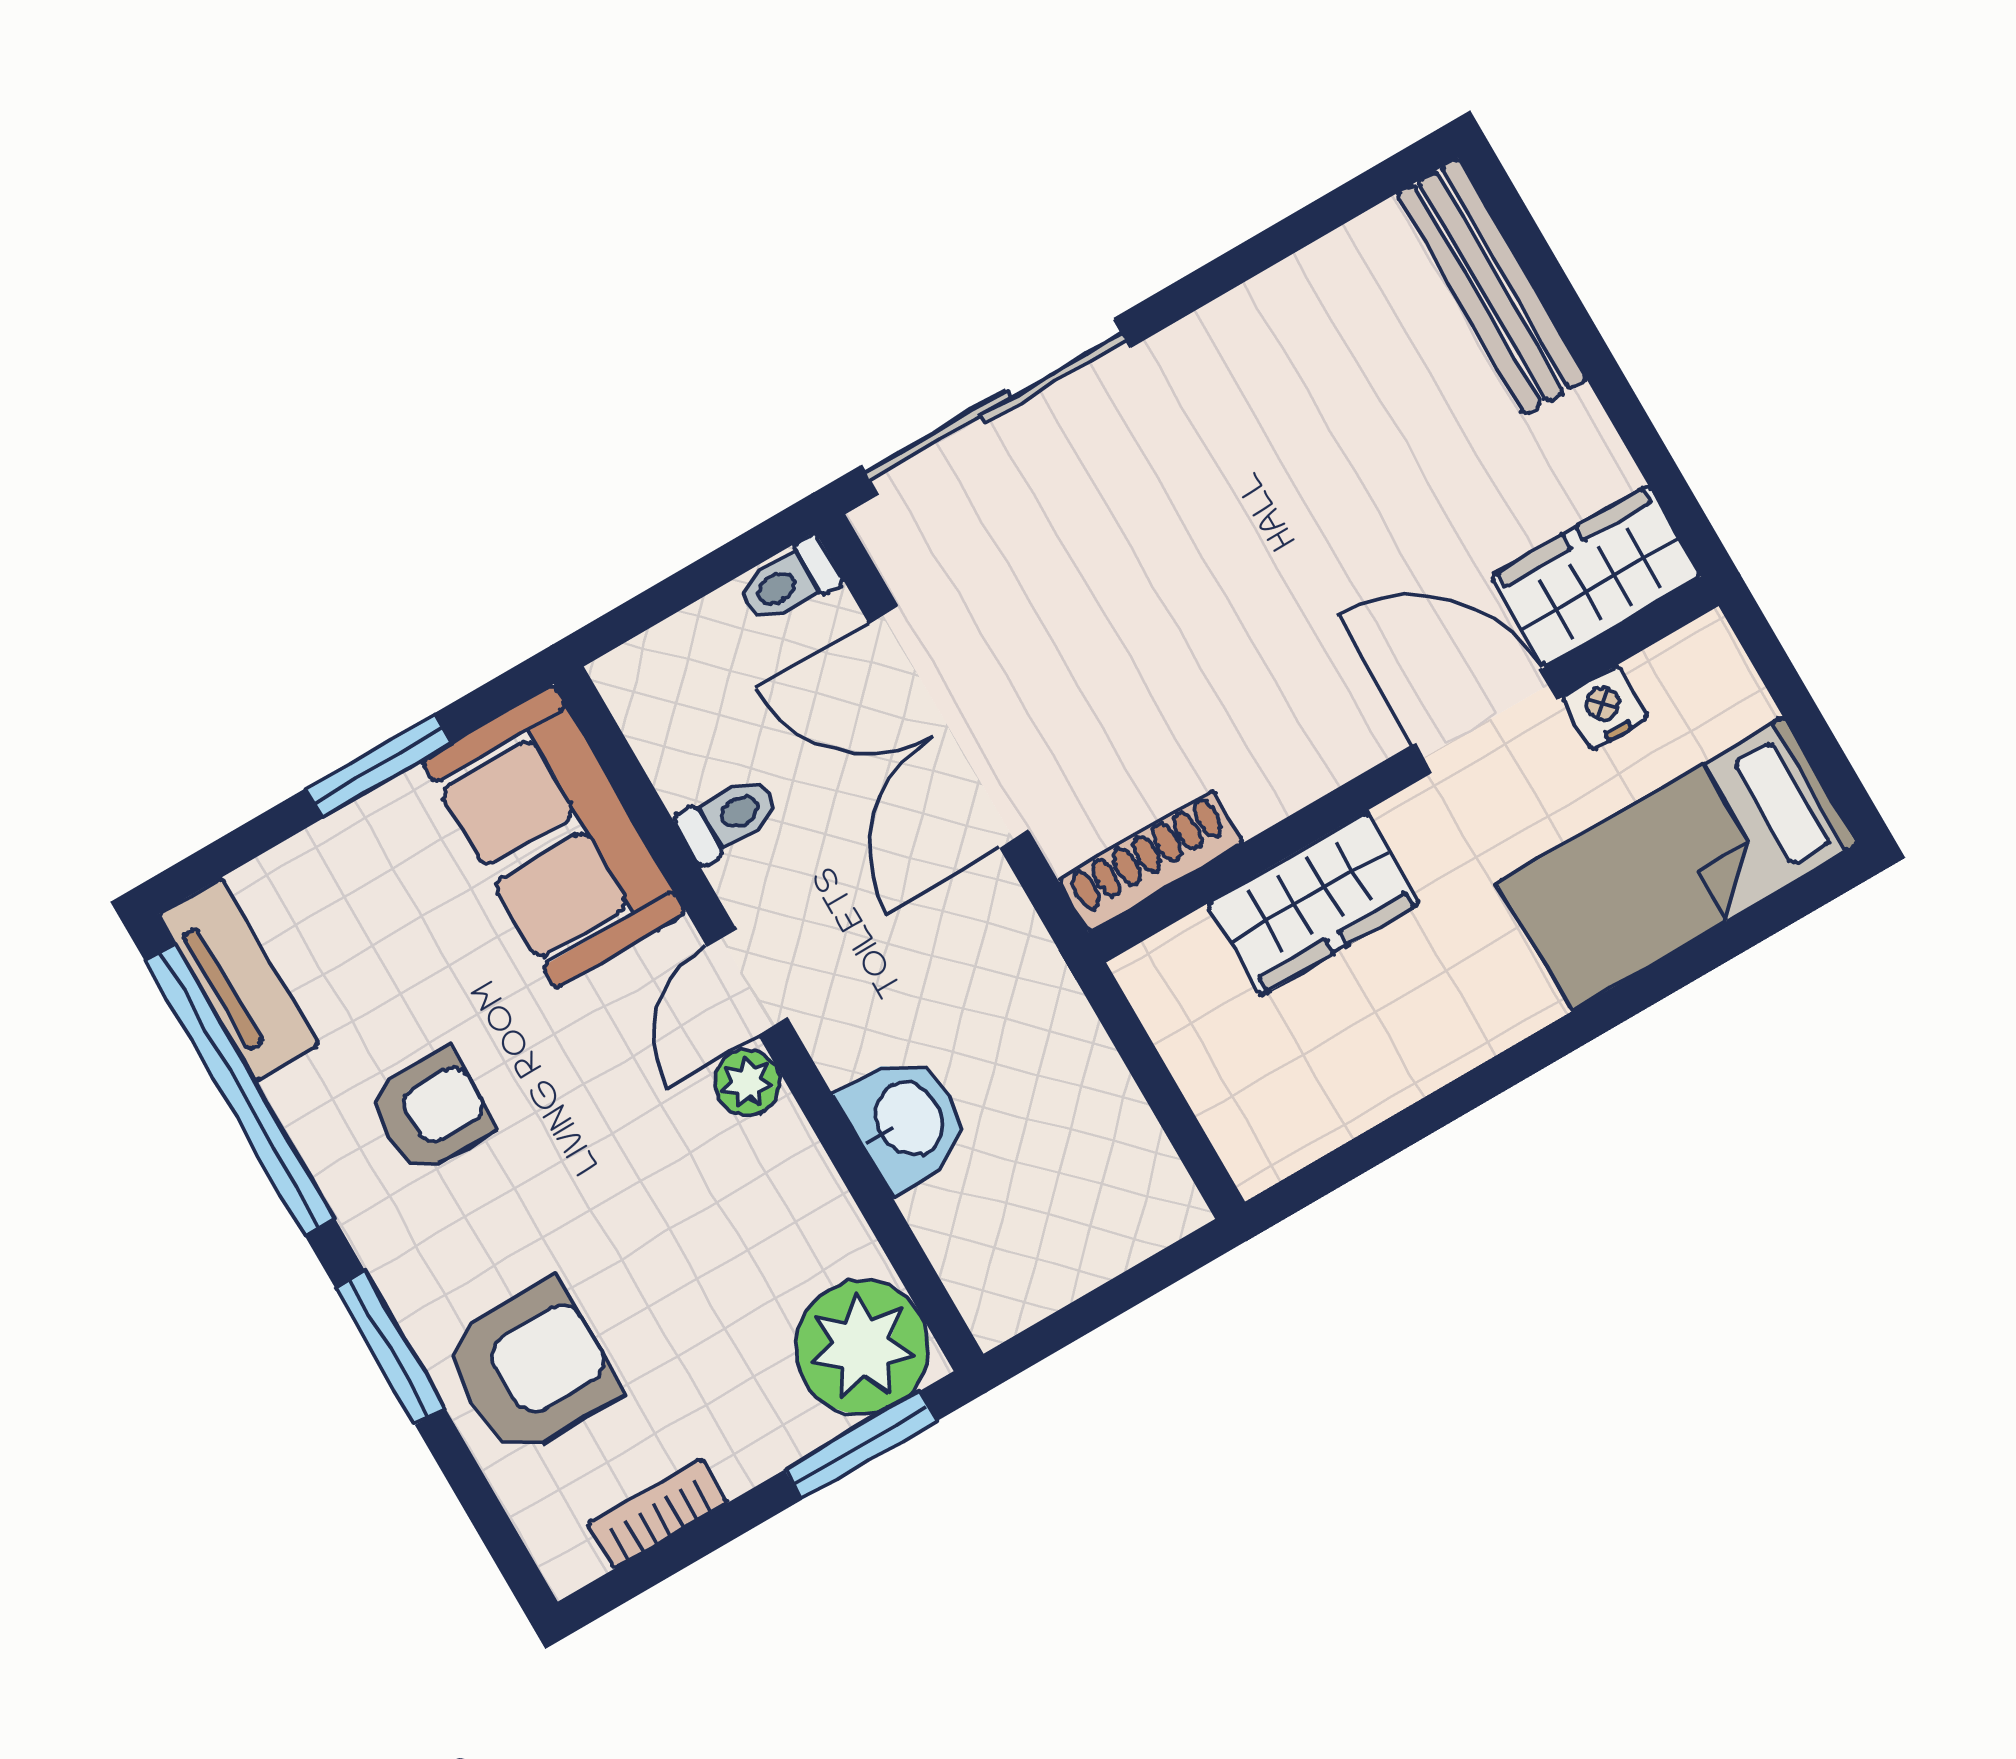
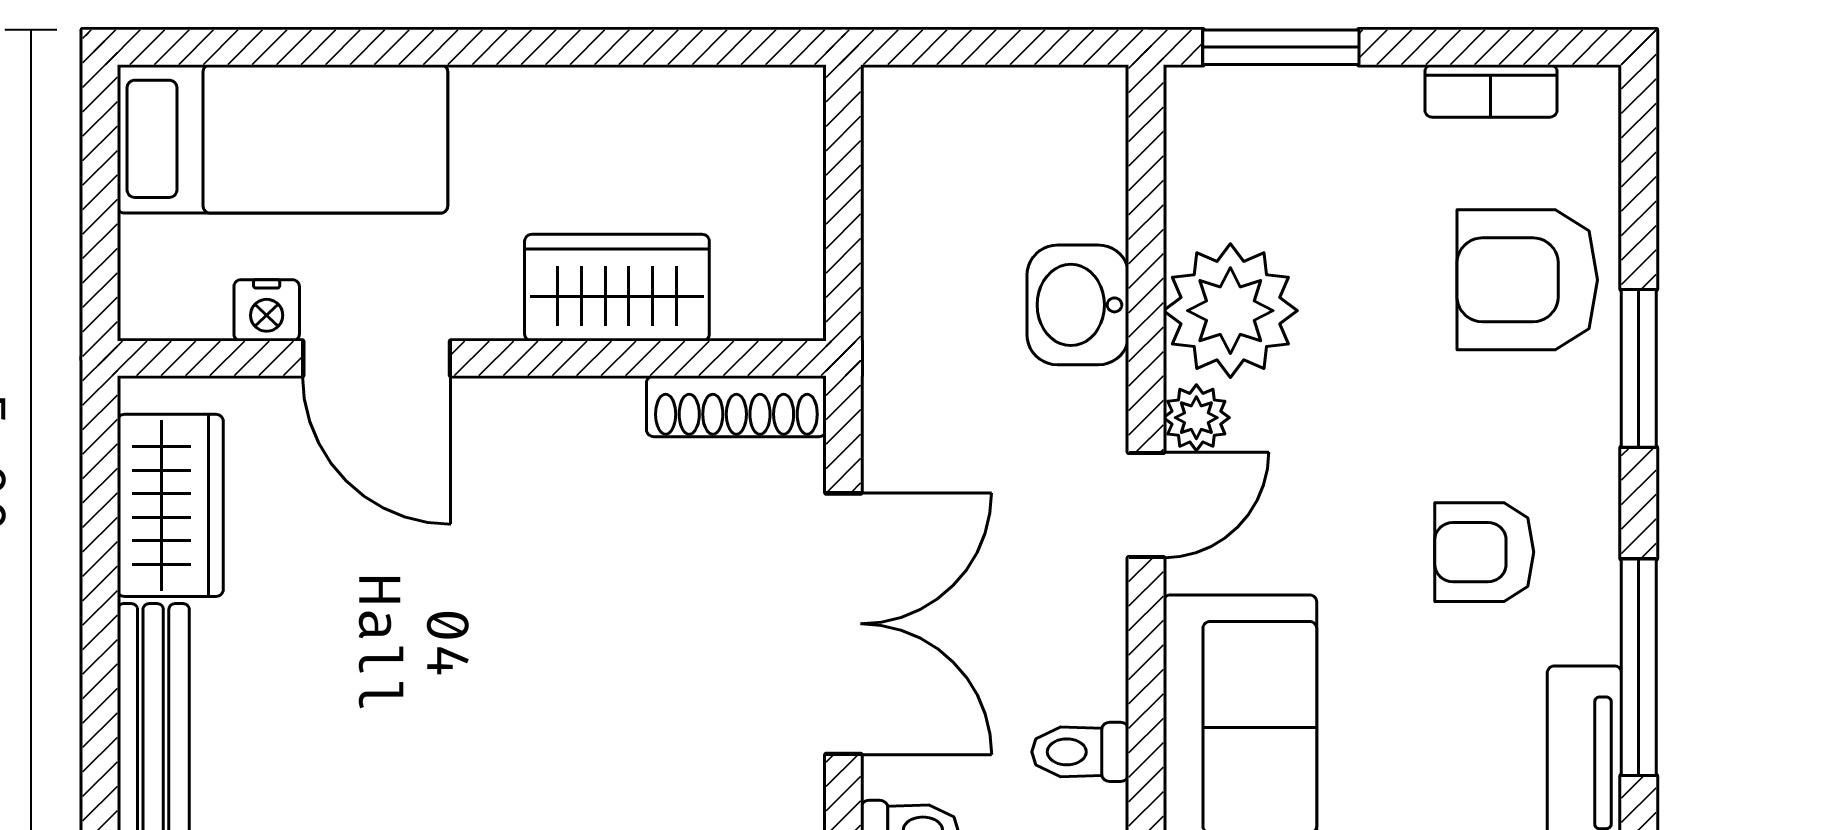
wardrobe: (1596, 576) -> (170, 505), moved, turned -90
toilet: (728, 819) -> (1080, 752), moved
window: (240, 1090) -> (1639, 667), width x0.68
plant: (862, 1347) -> (1230, 311), moved

